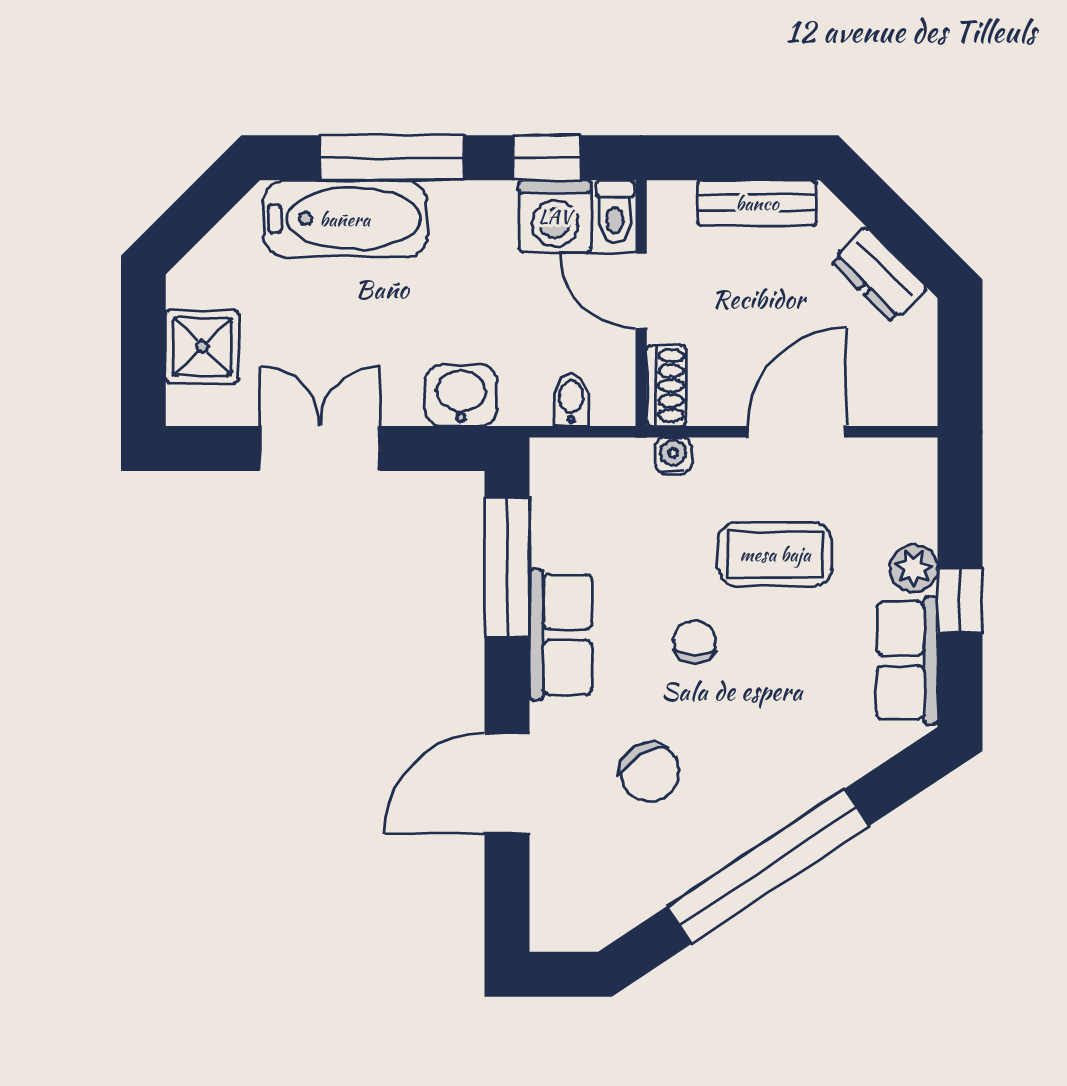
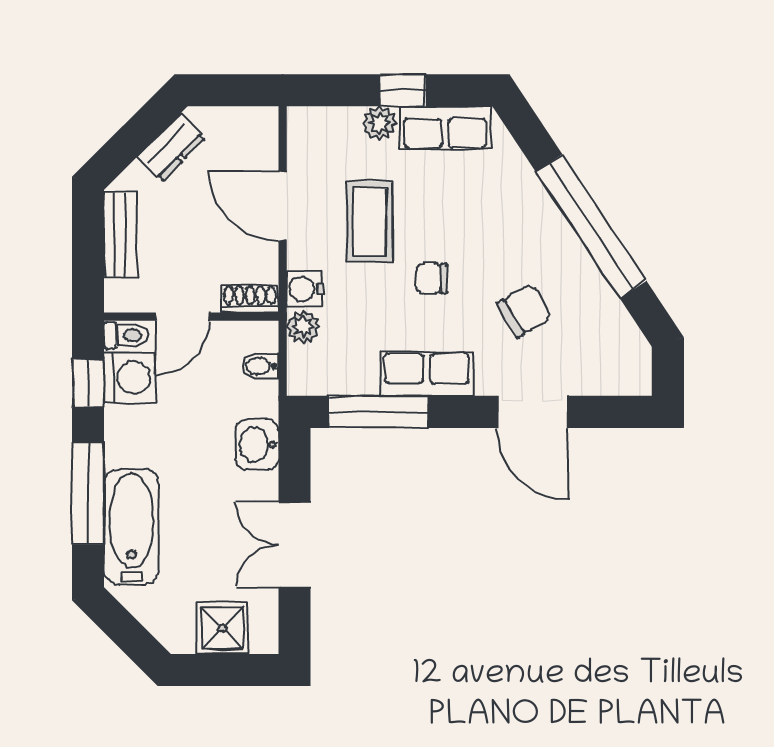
water cooler: (673, 456) -> (305, 289), width x1.38, depth x1.38
plant: (627, 461) -> (303, 327), added

